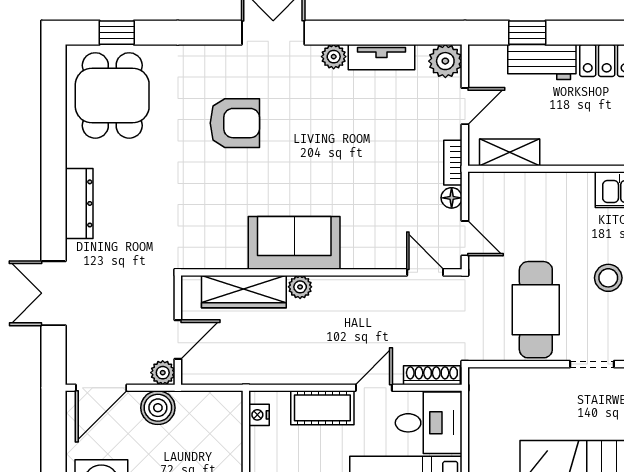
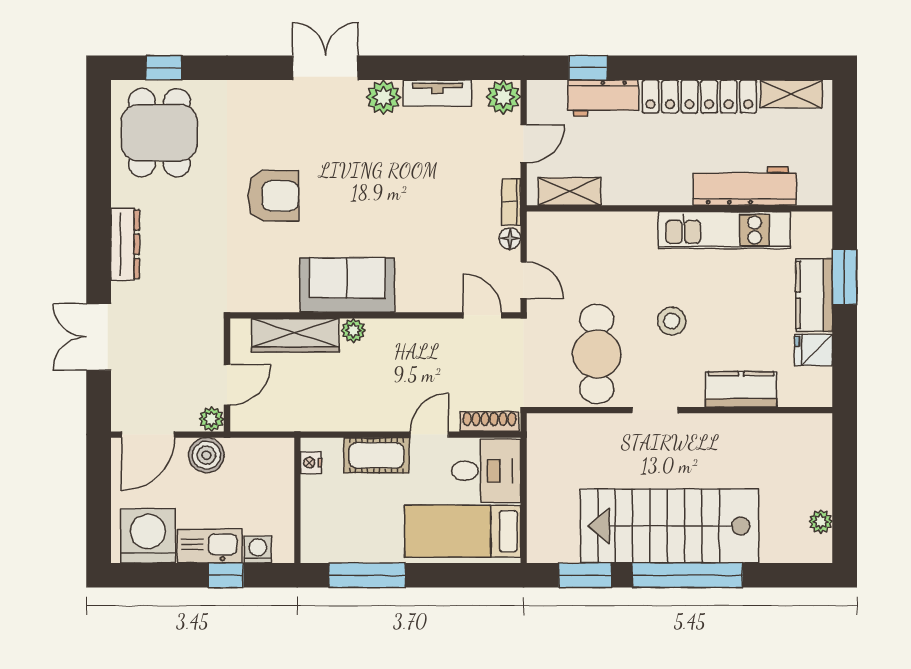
plant: (334, 57) -> (383, 97), width x1.38, depth x1.38
armchair: (235, 123) -> (273, 196), moved

